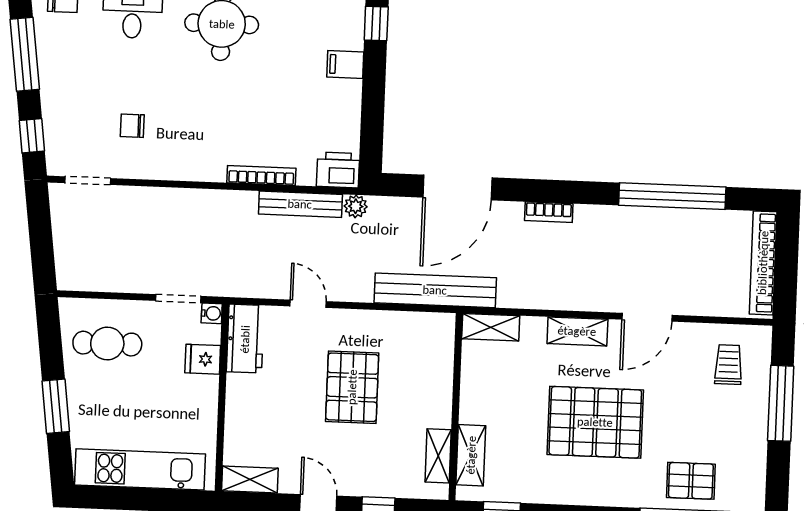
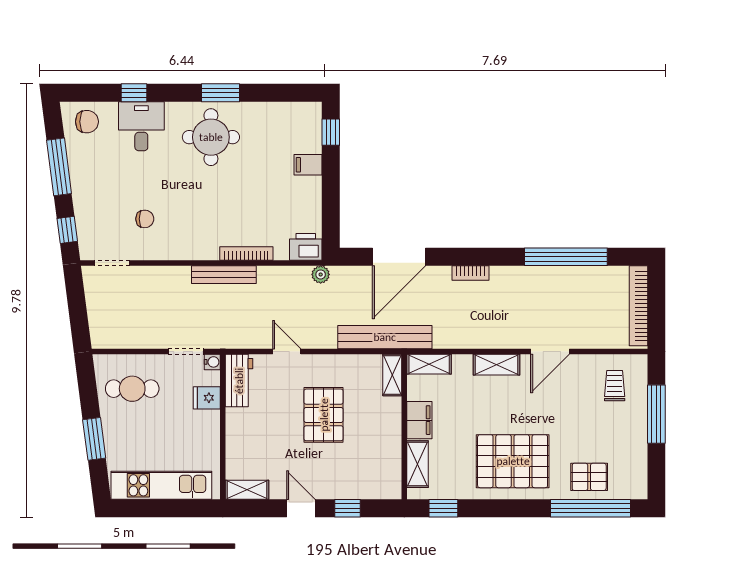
chair: (132, 126) -> (145, 219), turned 180
bench: (300, 204) -> (224, 275), moved
filing cabinet: (475, 399) -> (419, 420), added
pallet: (595, 422) -> (513, 461), moved
shelving: (438, 456) -> (392, 375), moved

